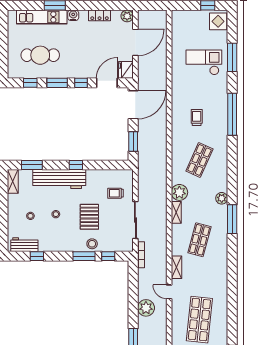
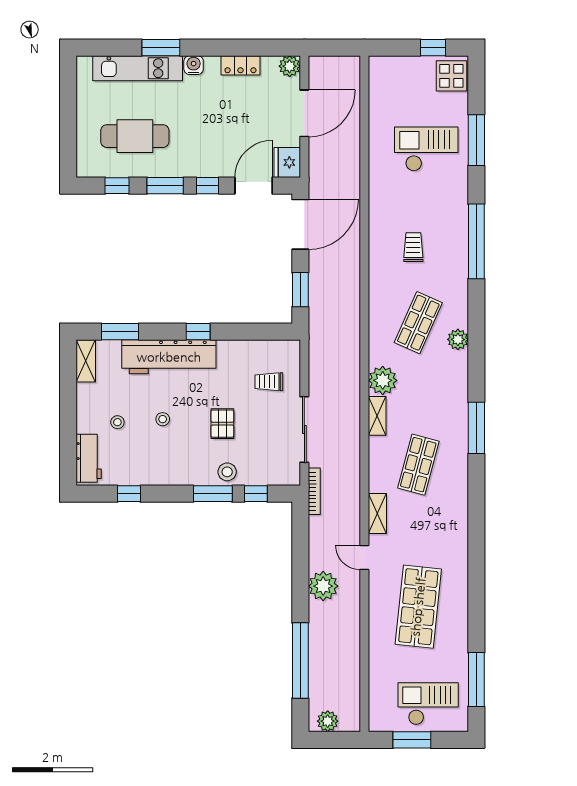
plant: (222, 198) -> (458, 339), moved
pallet: (89, 217) -> (222, 424), width x0.67, depth x0.71
workbench: (24, 245) -> (89, 458), moved, turned 90

